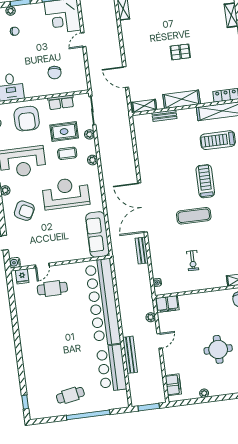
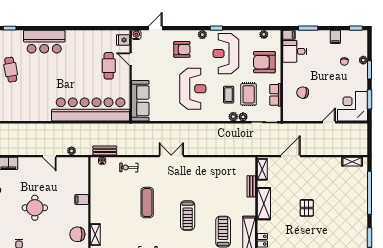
door: (83, 40) -> (329, 122), hinge flipped
plant: (93, 160) -> (233, 117), moved
treadmill: (205, 181) -> (188, 216), turned 90
double door: (142, 207) -> (171, 156), width x0.54
armchair: (24, 211) -> (182, 49), turned -117
exercise mat: (194, 216) -> (147, 203), moved
sofa: (97, 235) -> (140, 101), moved, turned 90
bench: (142, 251) -> (105, 150), moved
exercise bike: (193, 261) -> (129, 168), moved
filing cabinet: (167, 304) -> (82, 199), moved, width x0.50
bench: (130, 355) -> (40, 128), removed
bar counter: (112, 368) -> (44, 42), moved, turned 180

